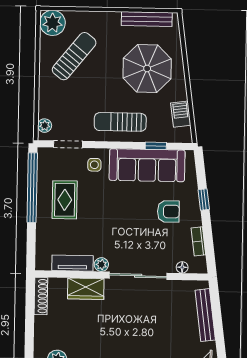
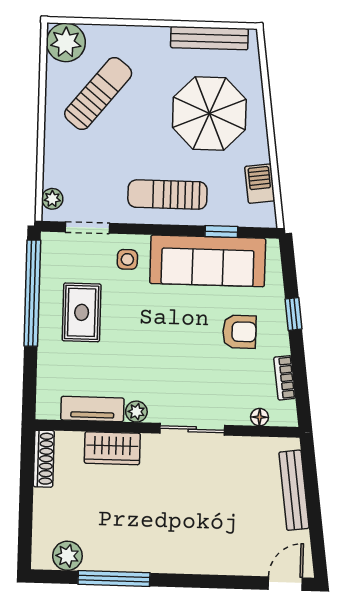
sliding door: (138, 276) -> (192, 429), width x0.73

